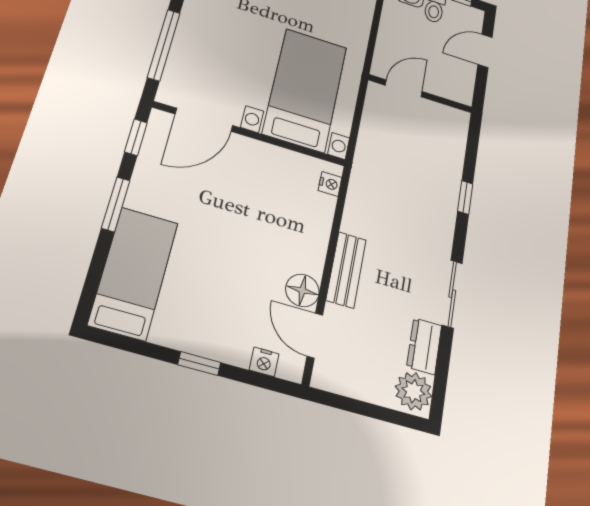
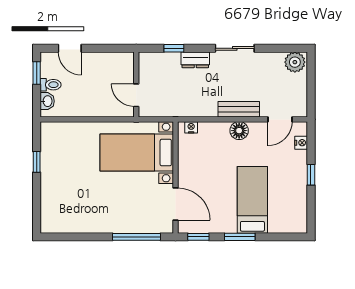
door: (404, 88) -> (136, 95), moved
wall: (420, 94) -> (136, 85), moved
bed: (134, 273) -> (252, 200), moved, turned 90
floor lamp: (302, 290) -> (239, 131), moved
dresser: (424, 346) -> (195, 60), moved

